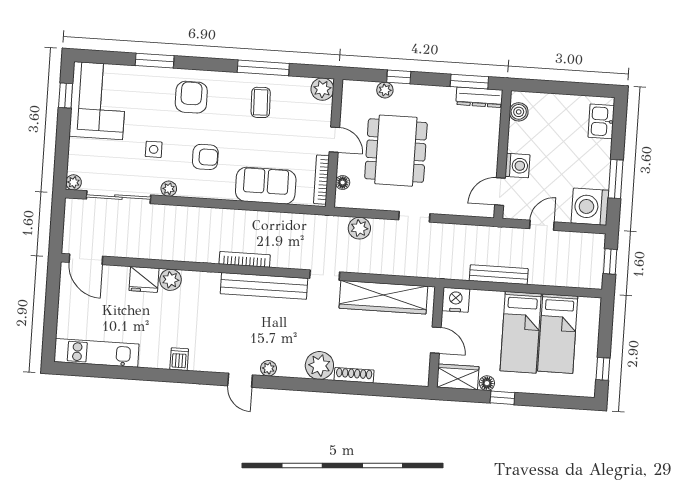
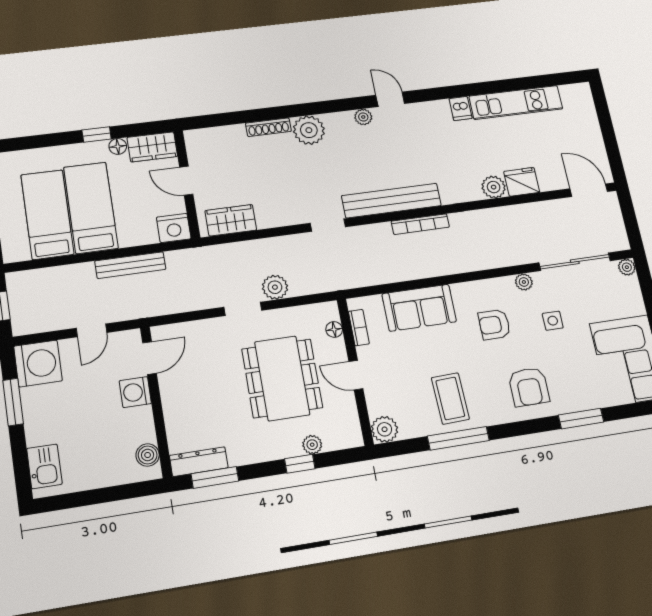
coffee table: (261, 102) -> (450, 398), width x1.36, depth x1.30
bookcase: (321, 180) -> (359, 328), width x0.64
plant: (359, 228) -> (275, 287), moved
wardrobe: (383, 297) -> (231, 220), width x0.48, depth x0.85
kitchen unit: (96, 353) -> (516, 103), moved

